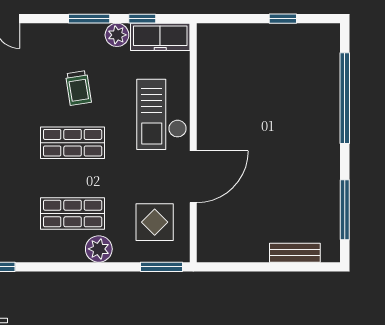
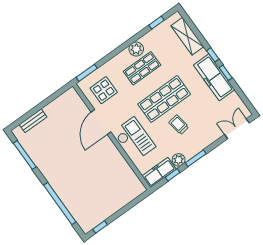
window: (283, 19) -> (100, 227), moved
shop shelf: (73, 143) -> (164, 99), width x1.43, depth x1.36
plant: (99, 249) -> (136, 49), moved

